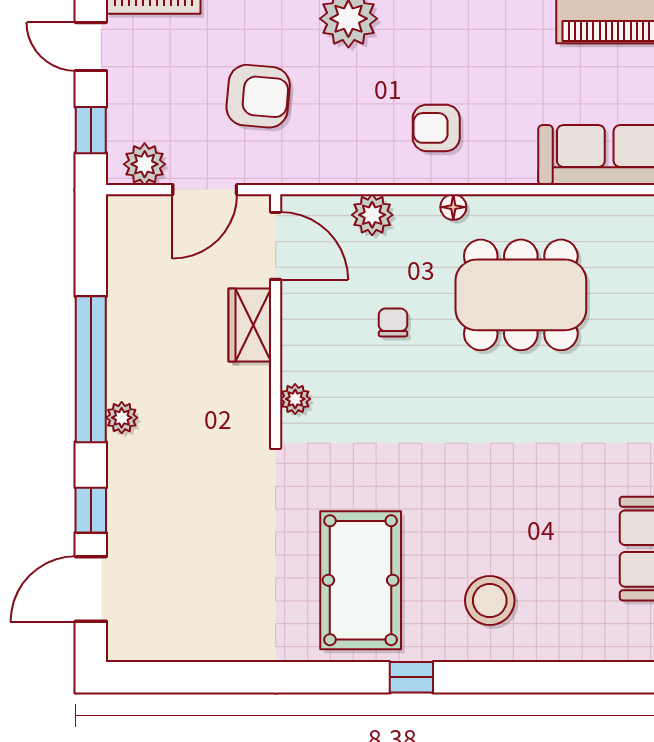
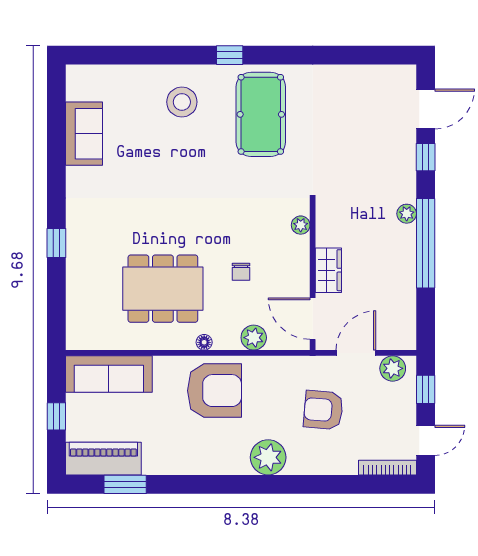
door: (91, 47) -> (426, 440), hinge flipped
armchair: (436, 128) -> (215, 391), width x1.88, depth x1.88

